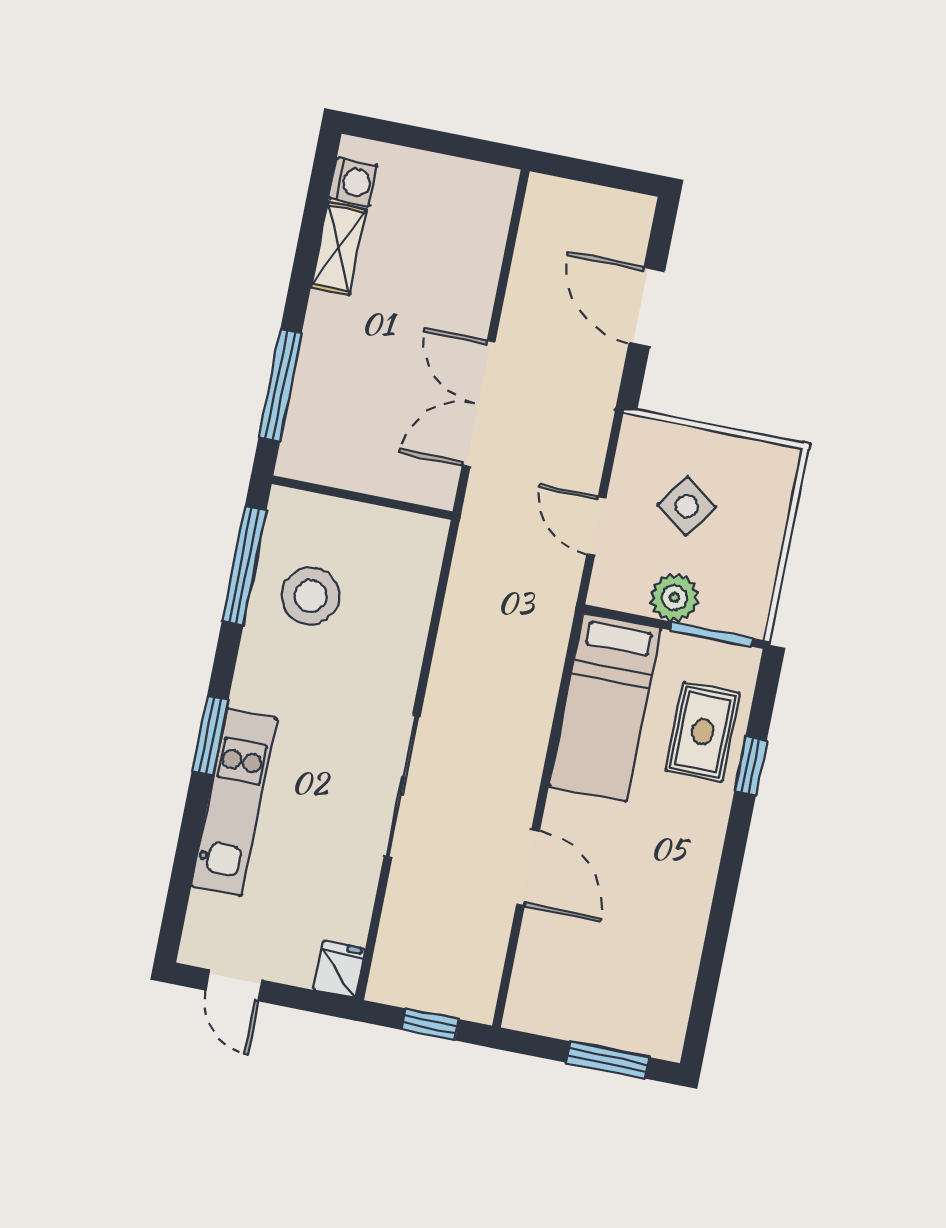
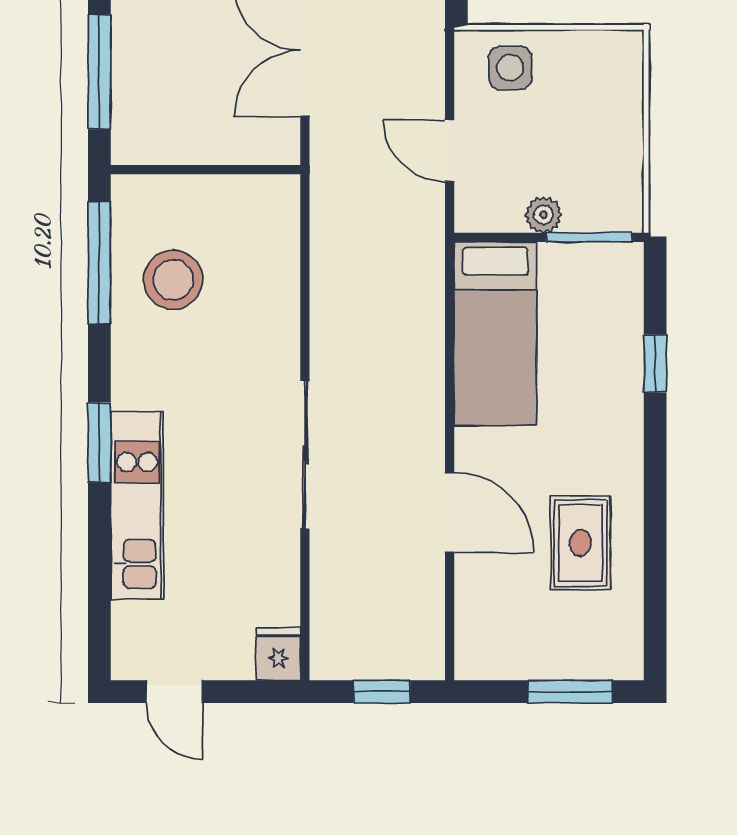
side table: (687, 506) -> (510, 68), moved, turned -36
plant: (674, 598) -> (543, 215), width x0.73, depth x0.73
rug: (703, 732) -> (580, 543), moved

